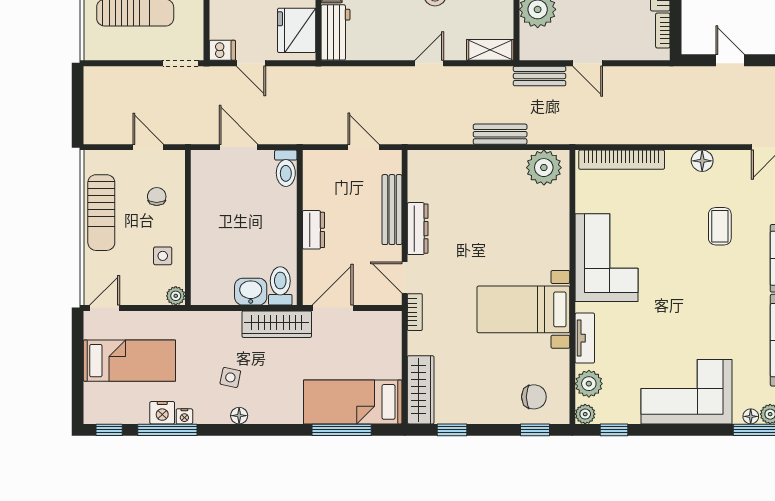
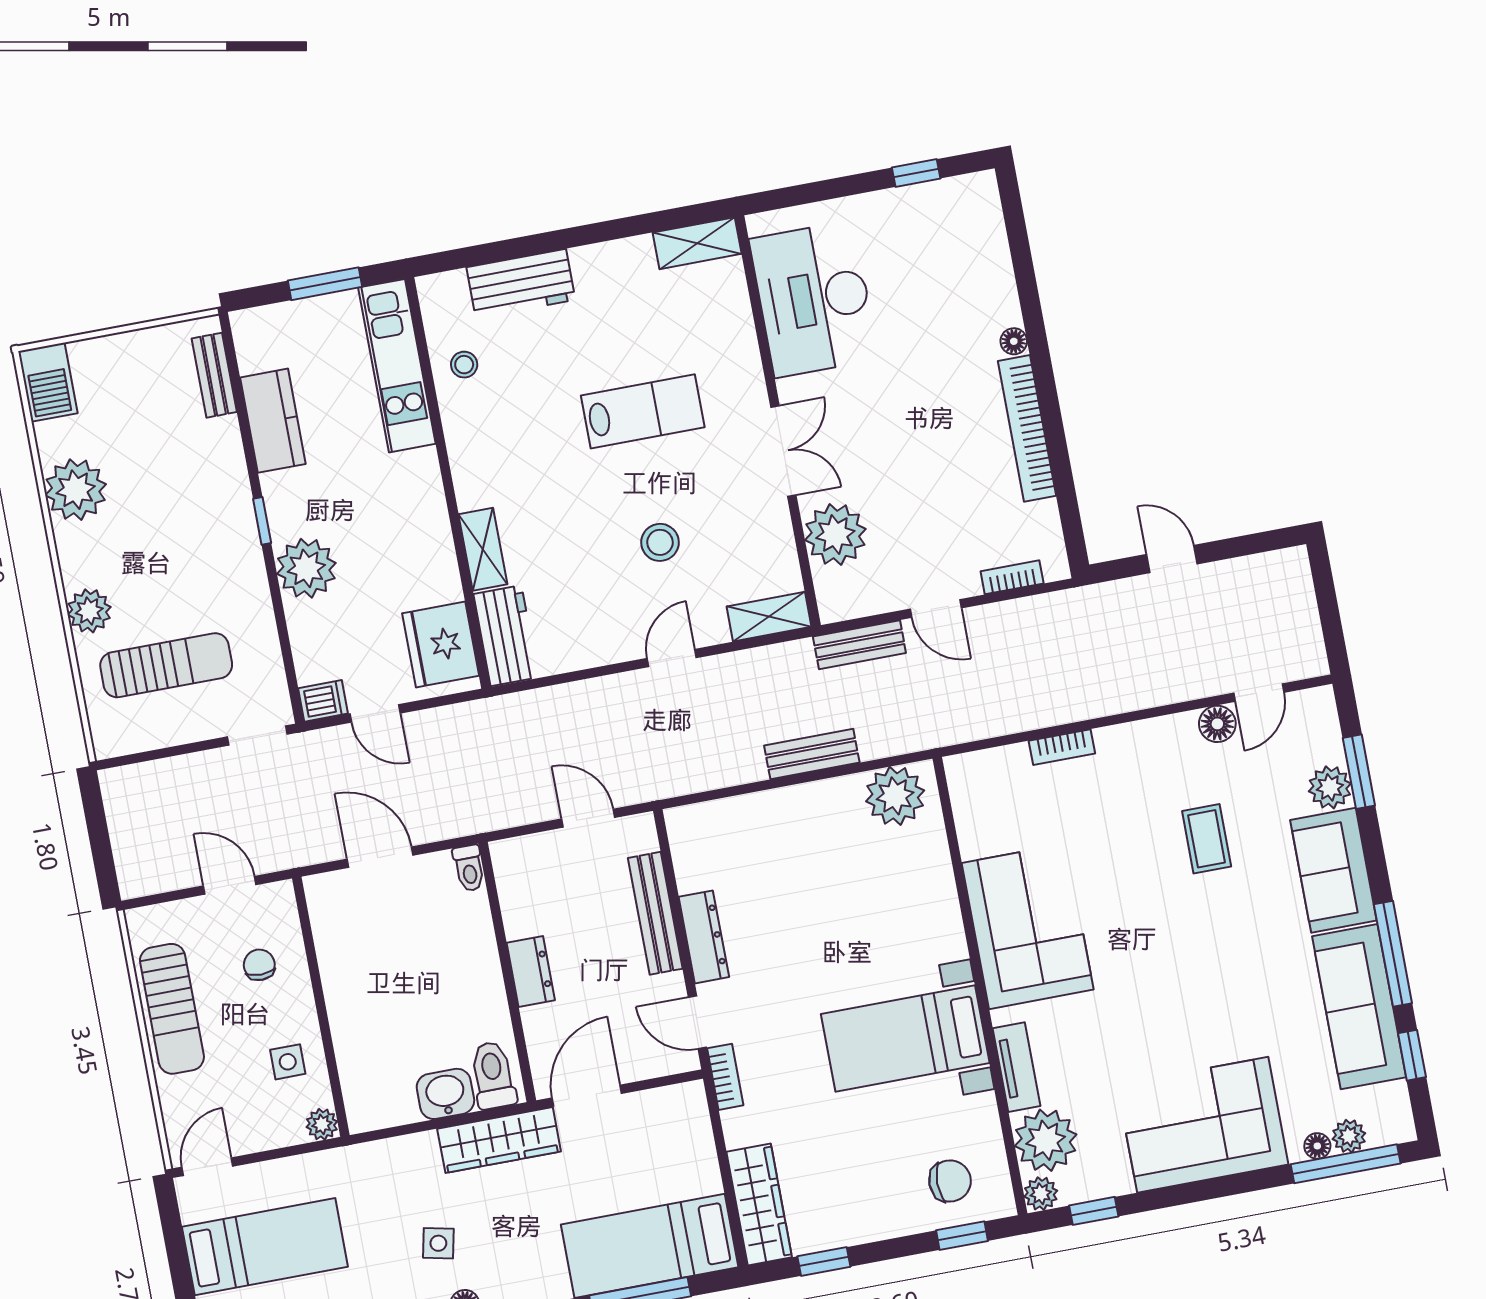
bookcase: (663, 30) -> (1012, 577), moved, turned 90
bookcase: (622, 160) -> (1062, 747), width x0.43, depth x0.76
floor lamp: (702, 161) -> (1217, 724), moved
toilet: (286, 168) -> (469, 868), width x0.73, depth x0.72
plant: (589, 384) -> (1046, 1140), width x1.36, depth x1.36

